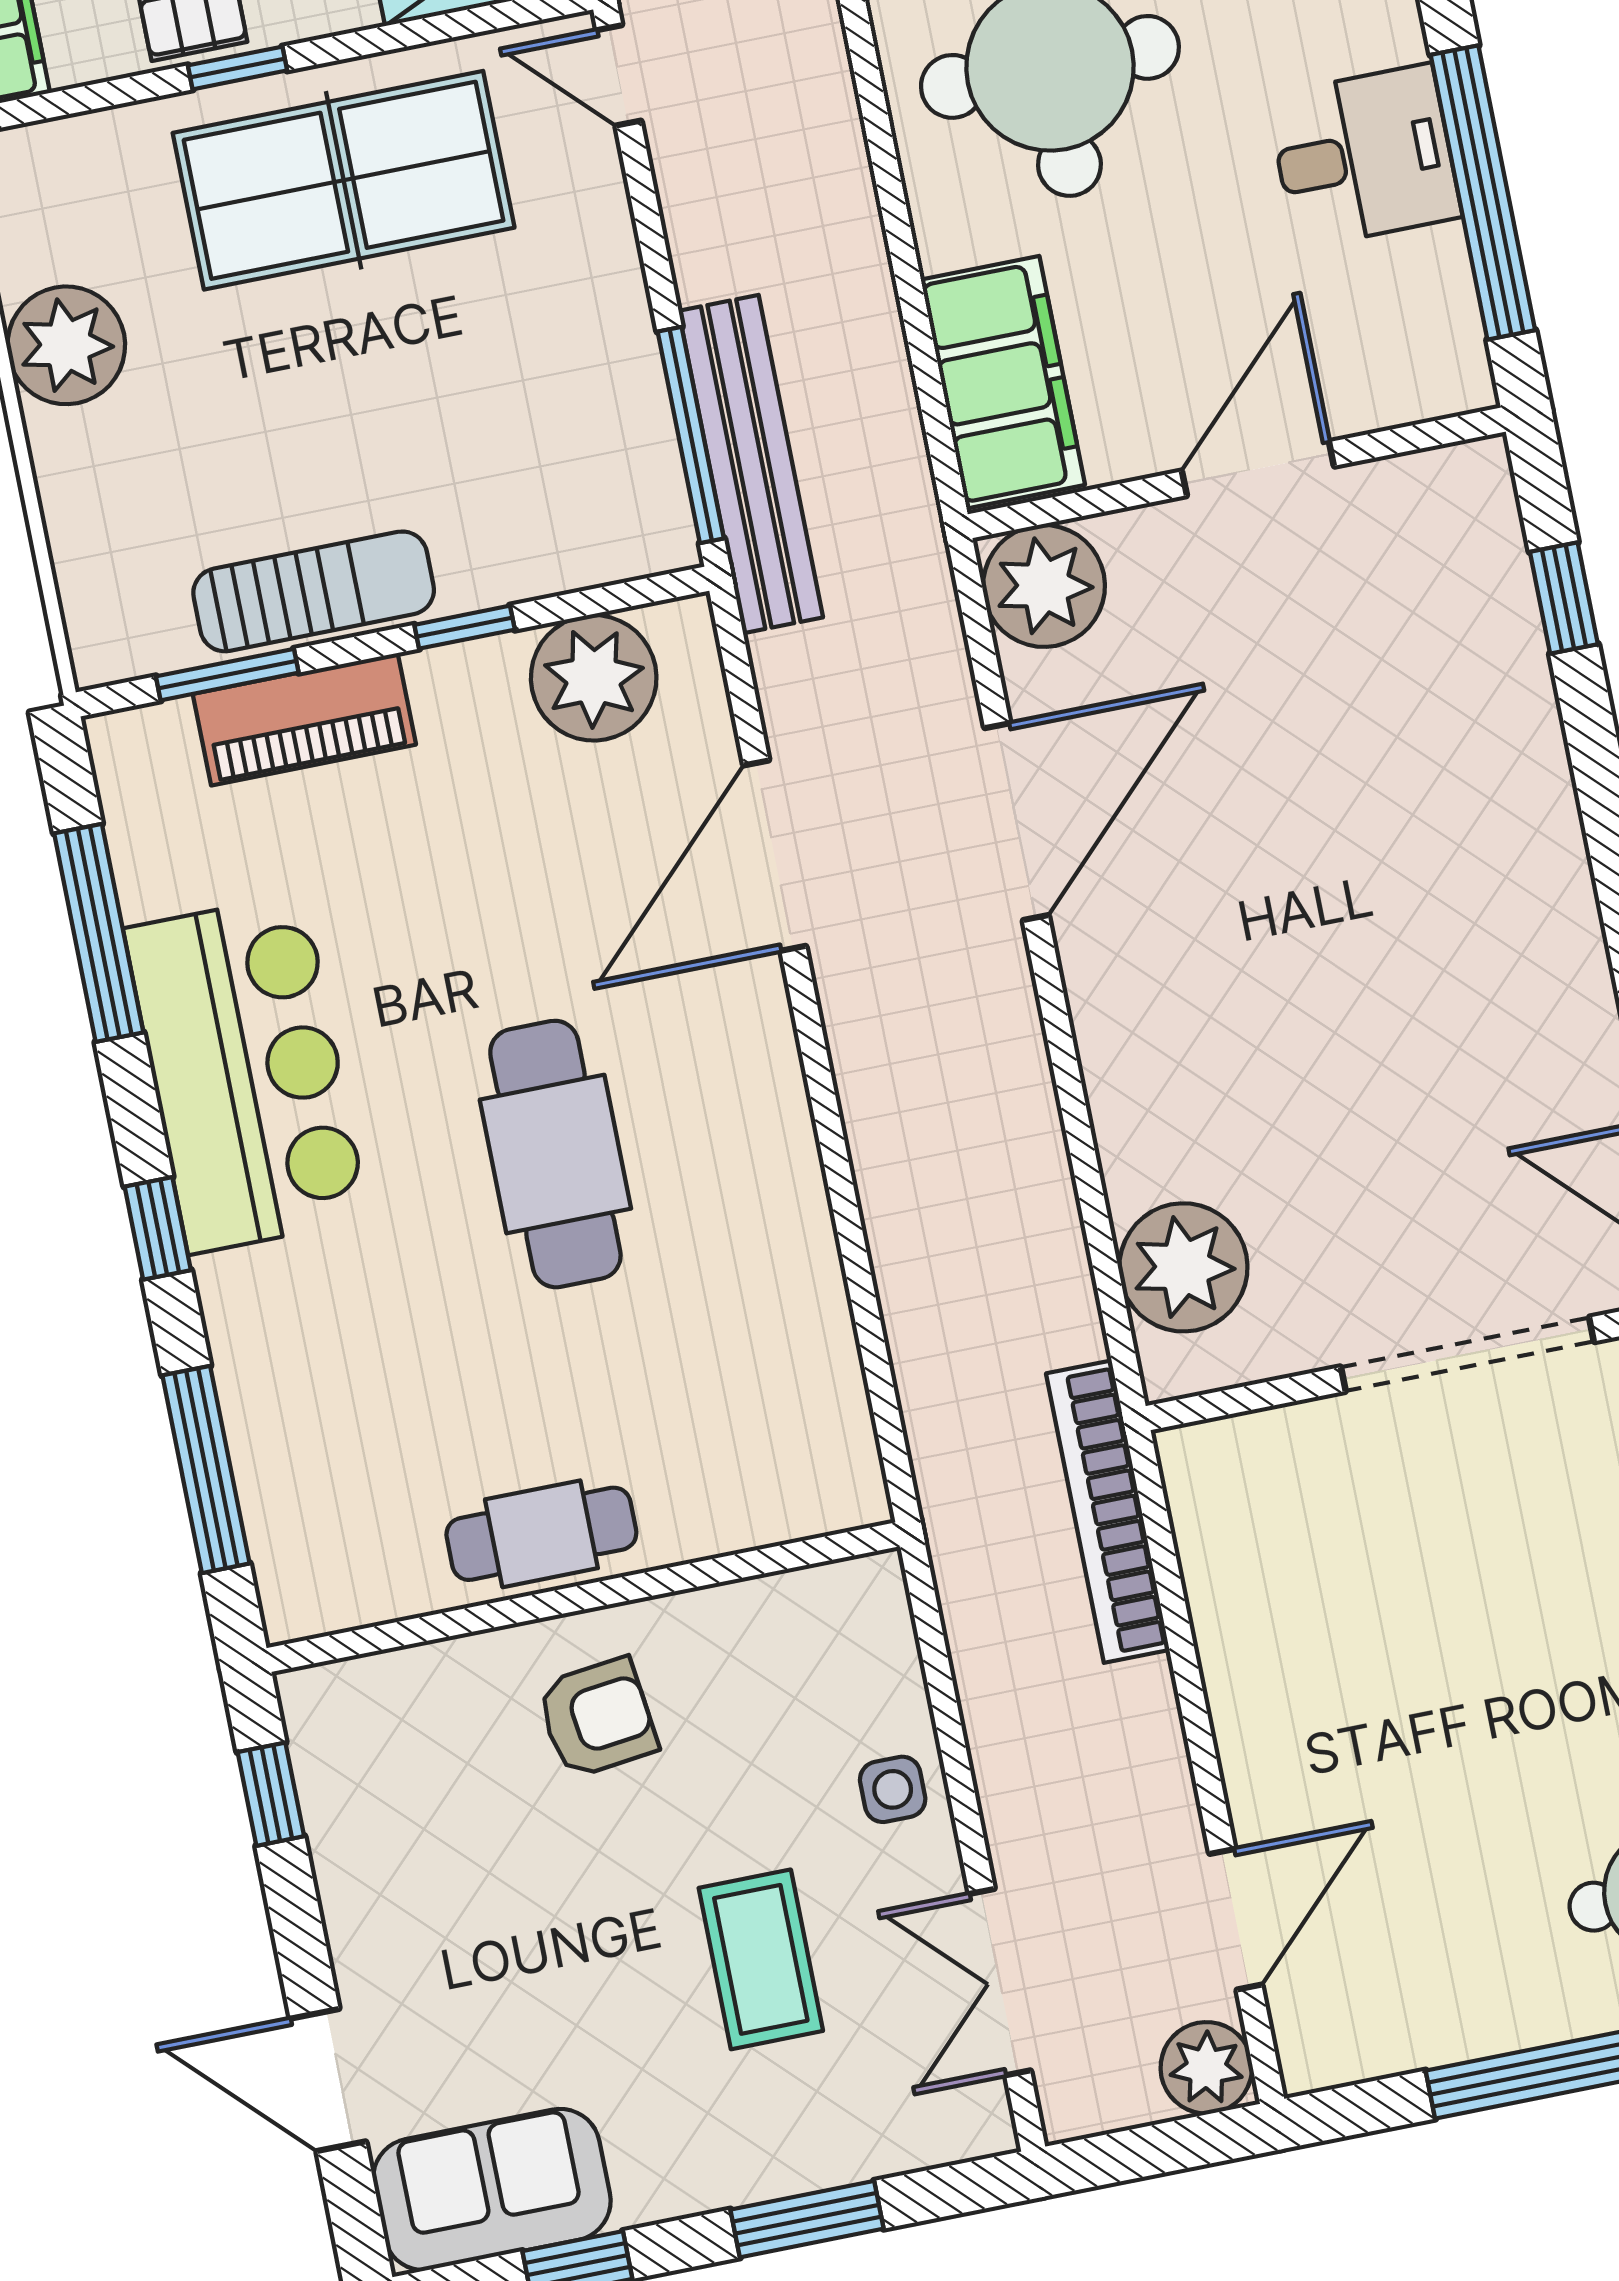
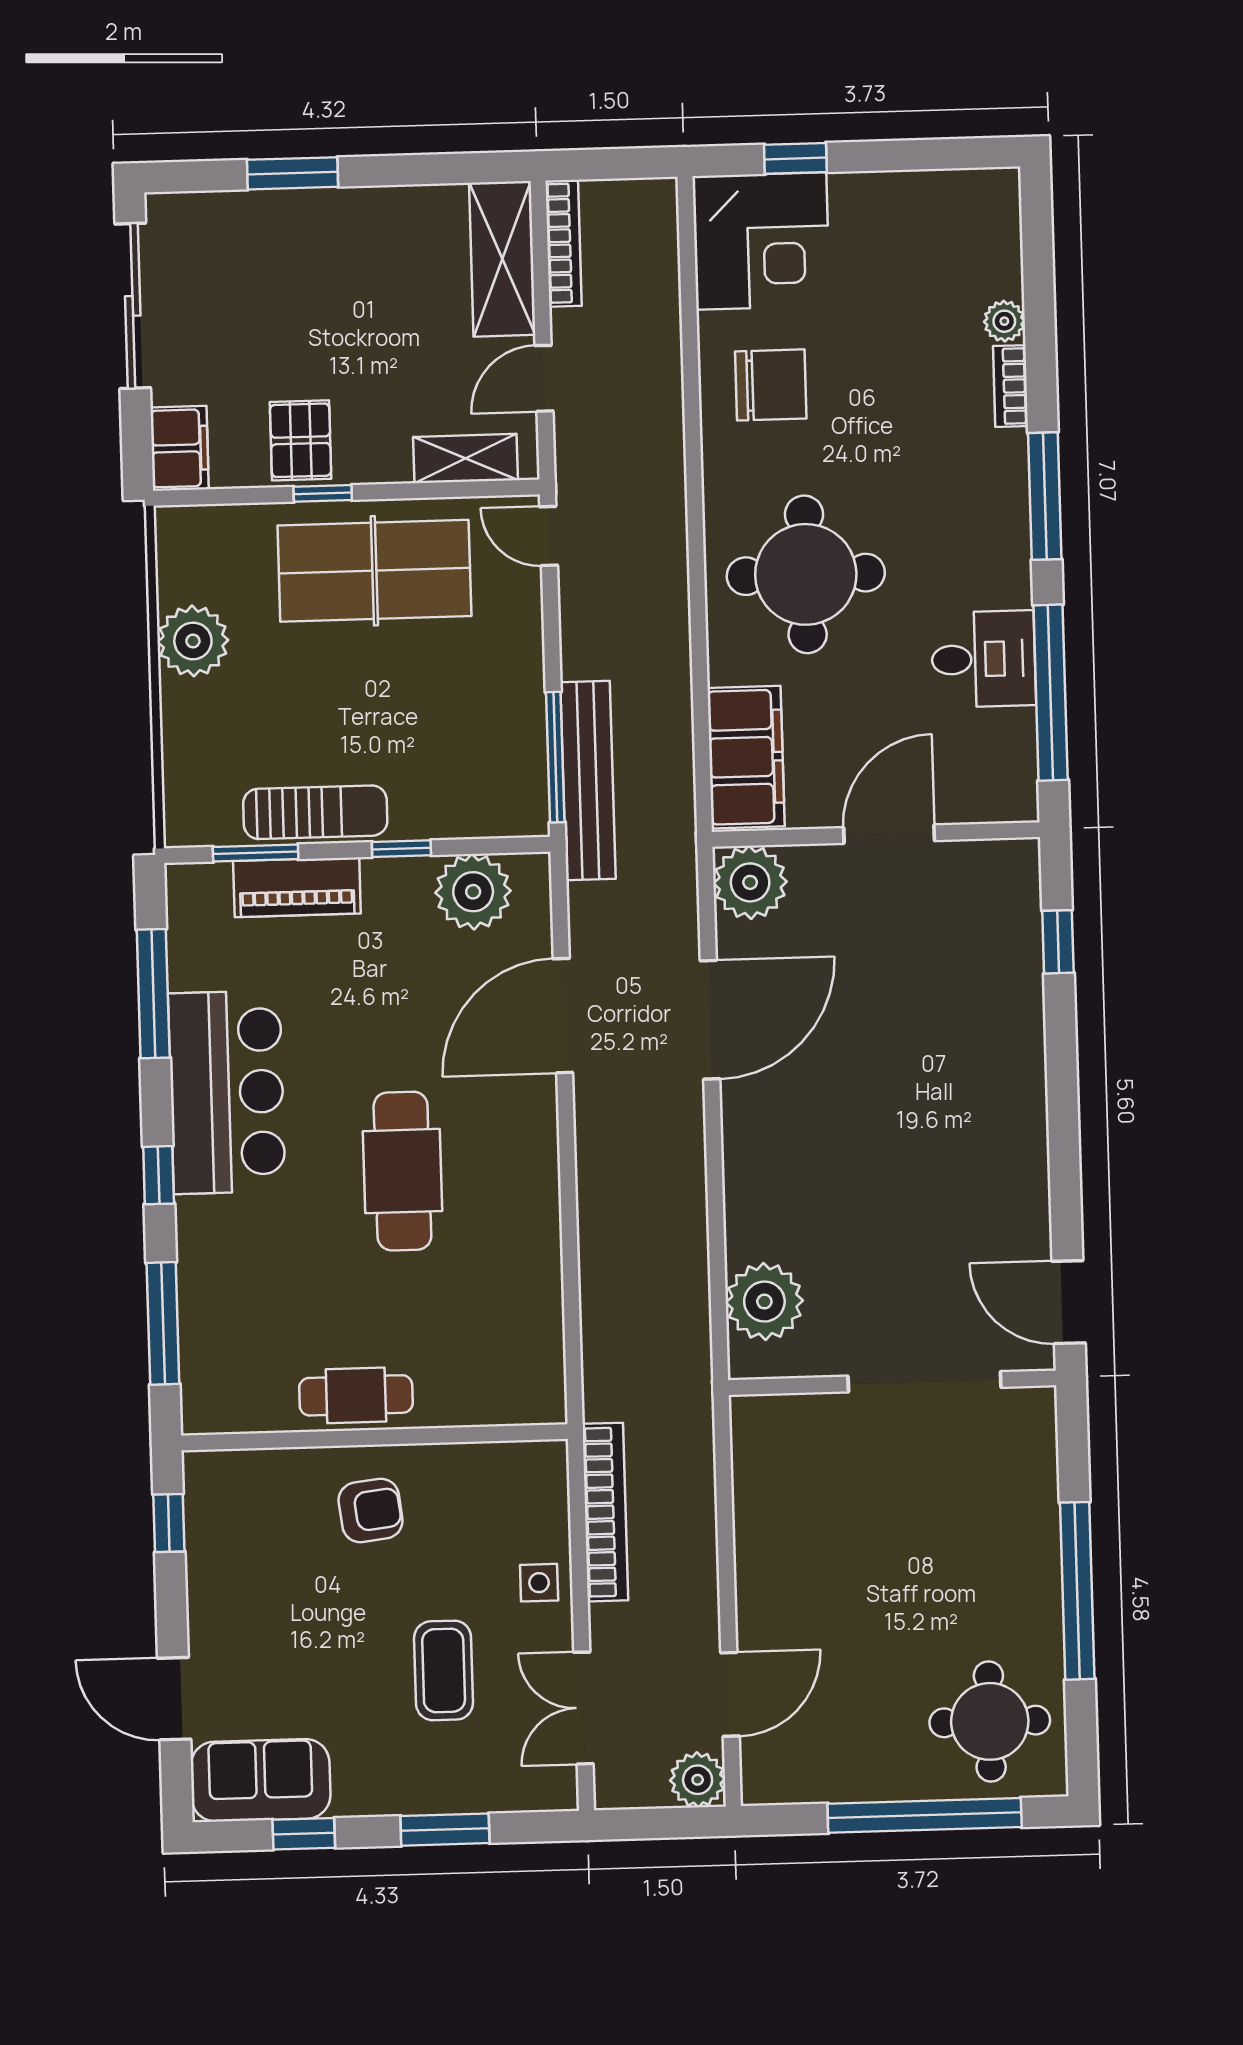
bookcase: (1108, 1512) -> (605, 1512), moved, turned 180

